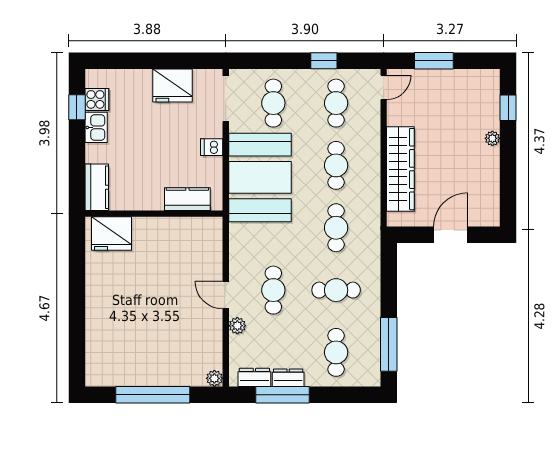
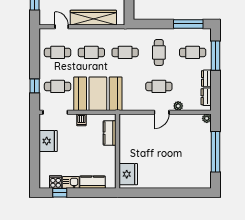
window: (324, 61) -> (35, 86), moved
door: (384, 87) -> (62, 27), moved
kitchen counter: (97, 187) -> (93, 182), moved
window: (282, 395) -> (216, 56), moved

